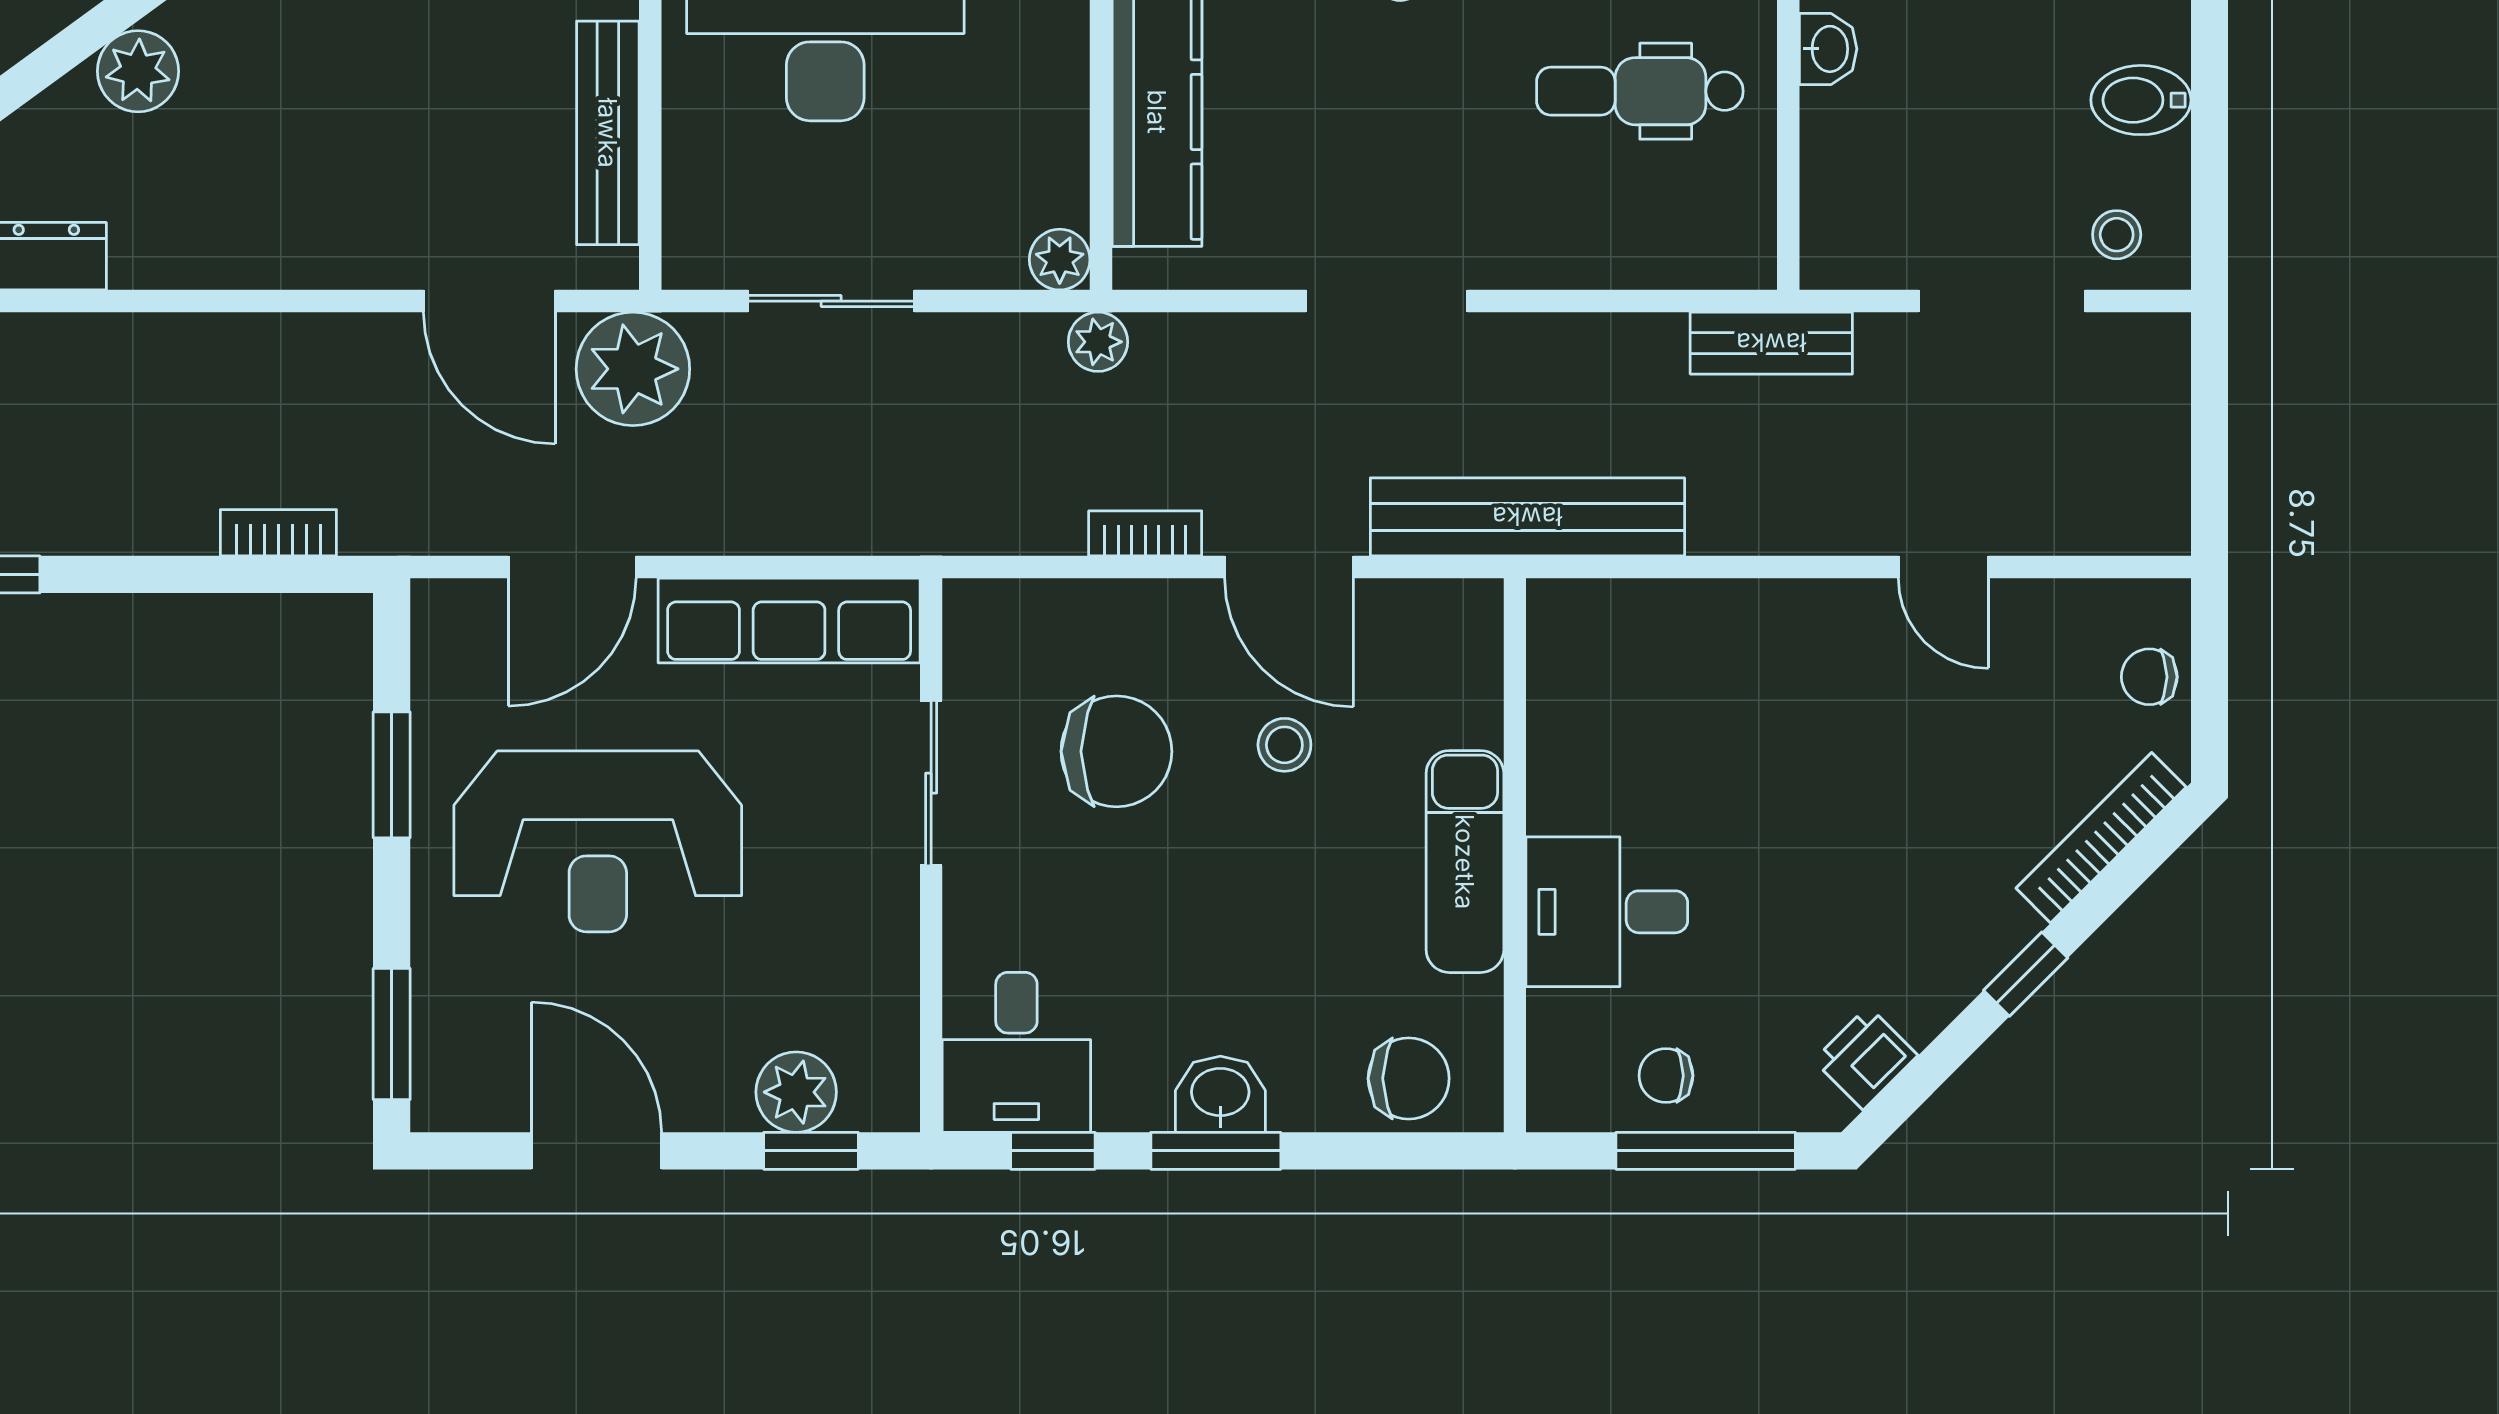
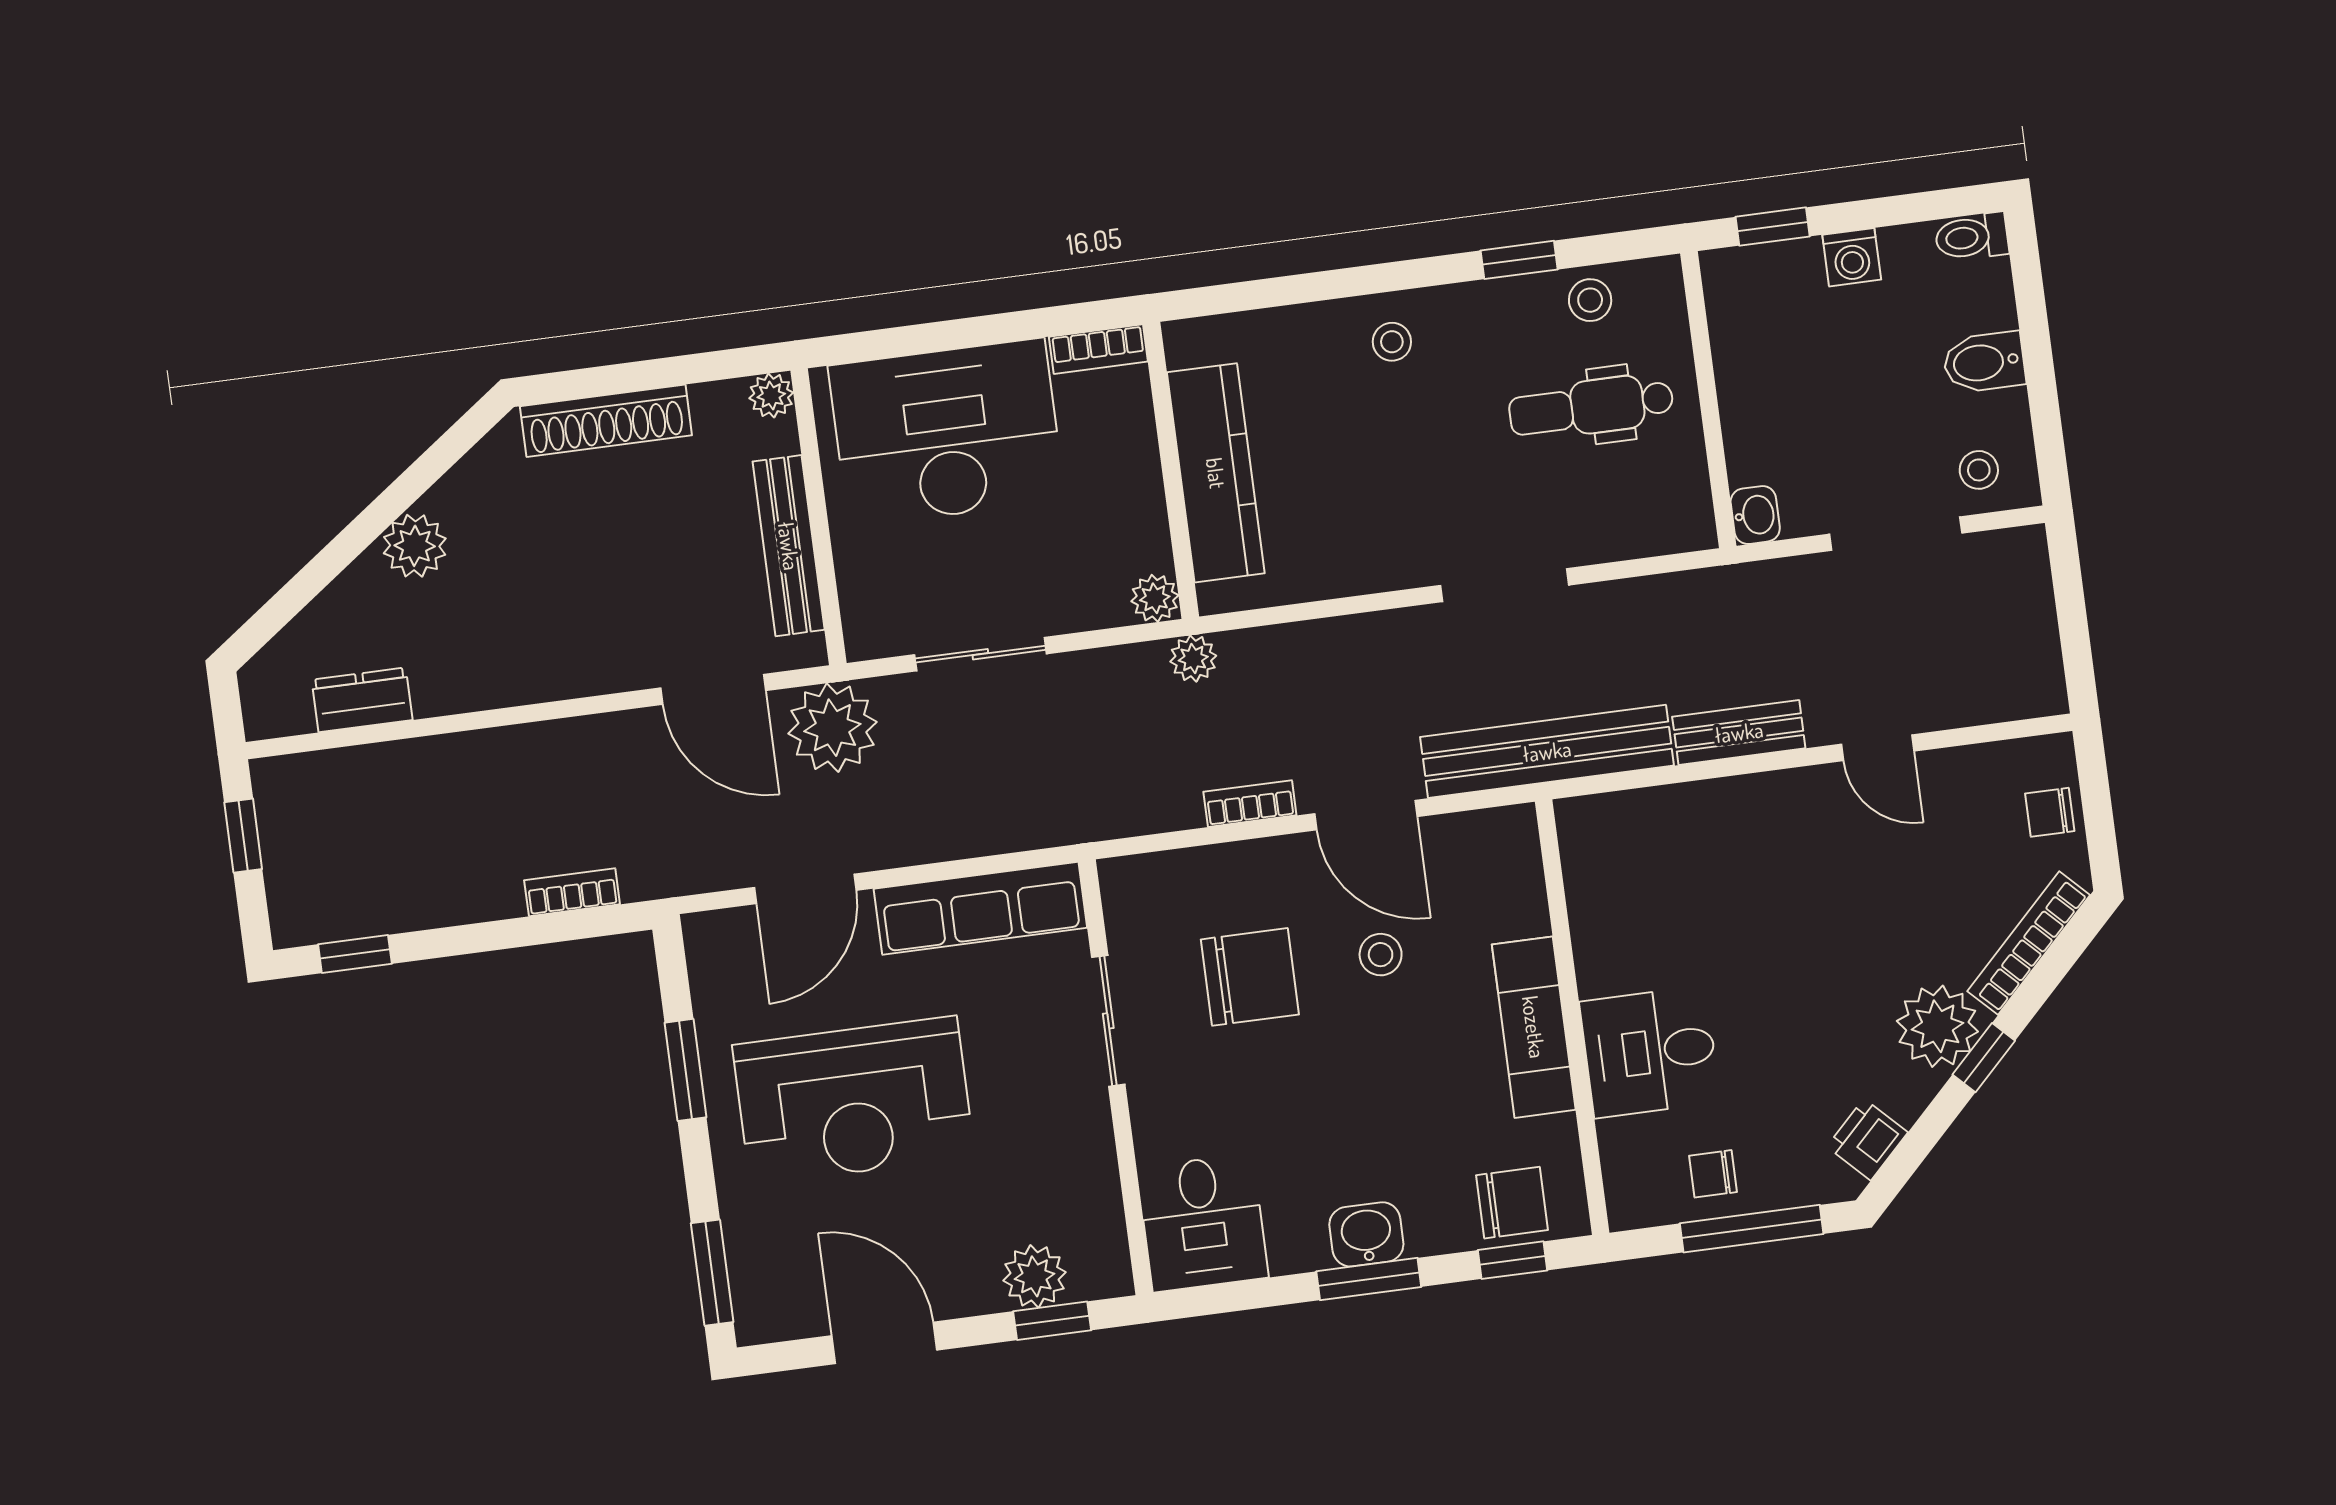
washbasin: (1828, 49) -> (1755, 515), moved
doorway: (1387, 301) -> (1505, 585), moved
bench: (1771, 343) -> (1739, 732), moved
plant: (1973, 927) -> (1937, 1026), added
window: (1053, 1151) -> (1512, 1260), moved

